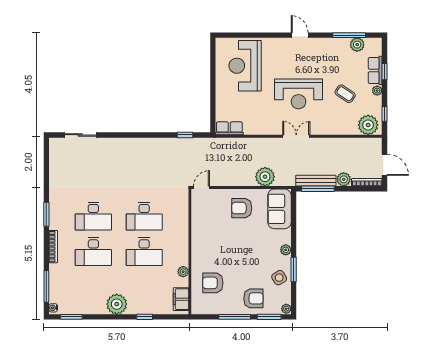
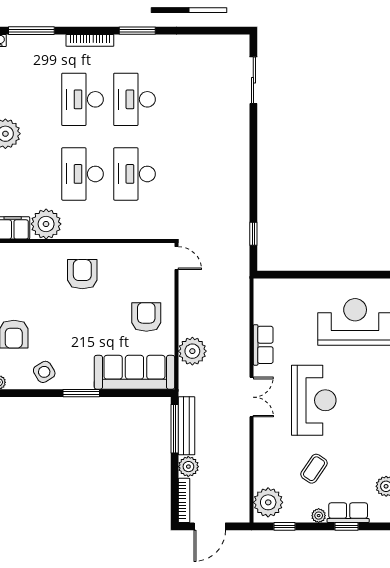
reception desk: (298, 94) -> (314, 400), turned 180
row of seats: (229, 128) -> (263, 345), moved
sofa: (279, 209) -> (134, 372), width x1.36
plant: (286, 250) -> (85, 381), removed
window: (294, 270) -> (81, 393), moved
plant: (183, 272) -> (46, 224), width x1.88, depth x1.88
armchair: (213, 283) -> (82, 274), moved

